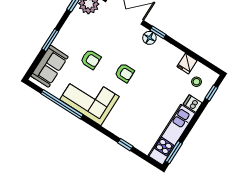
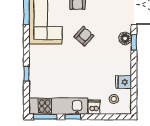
armchair: (124, 73) -> (84, 36), turned -138
window: (211, 93) -> (73, 117), moved

